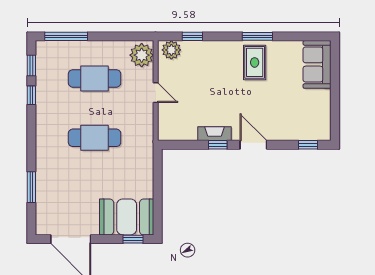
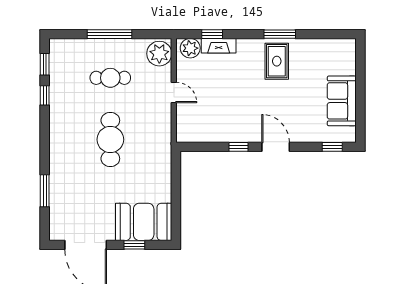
window: (66, 36) -> (109, 34), moved
sofa: (317, 64) -> (342, 101), moved
cafe table: (95, 78) -> (110, 78), width x0.73, depth x0.74
fireplace: (215, 134) -> (219, 46), moved, turned 180
cafe table: (95, 138) -> (110, 140), turned 90
window: (133, 239) -> (134, 245), moved

